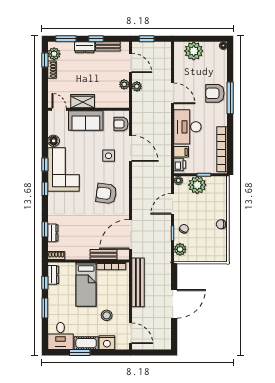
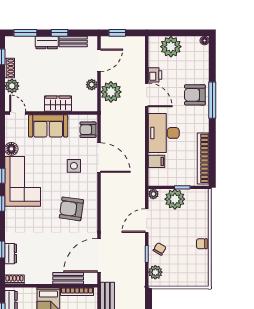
plant: (54, 54) -> (12, 86), moved
door: (131, 63) -> (99, 60), hinge flipped
plant: (137, 86) -> (111, 92), width x1.87, depth x1.87
wardrobe: (83, 101) -> (58, 104), moved
printer: (180, 165) -> (155, 75), moved

